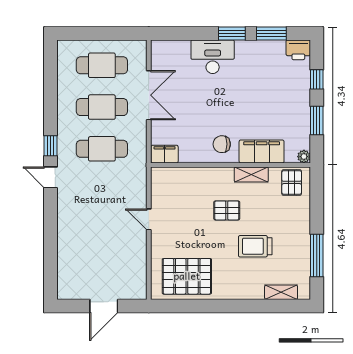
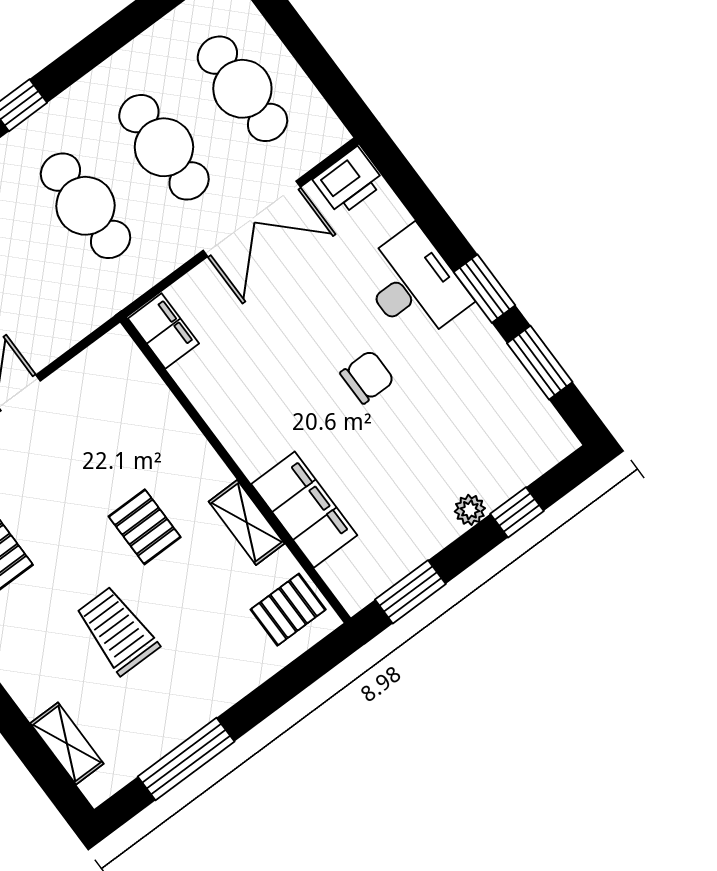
printer: (298, 50) -> (349, 181), moved, turned -90
window: (317, 120) -> (410, 592), moved
chair: (222, 144) -> (367, 377), moved, turned 90
plant: (304, 157) -> (470, 510), moved

